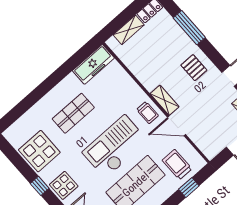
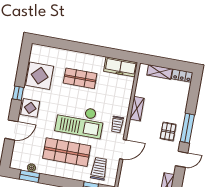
window: (189, 28) -> (187, 128), moved
shelving: (165, 100) -> (137, 109), moved
door: (177, 126) -> (123, 149), swing flipped
checkout: (115, 147) -> (80, 121), turned 180

